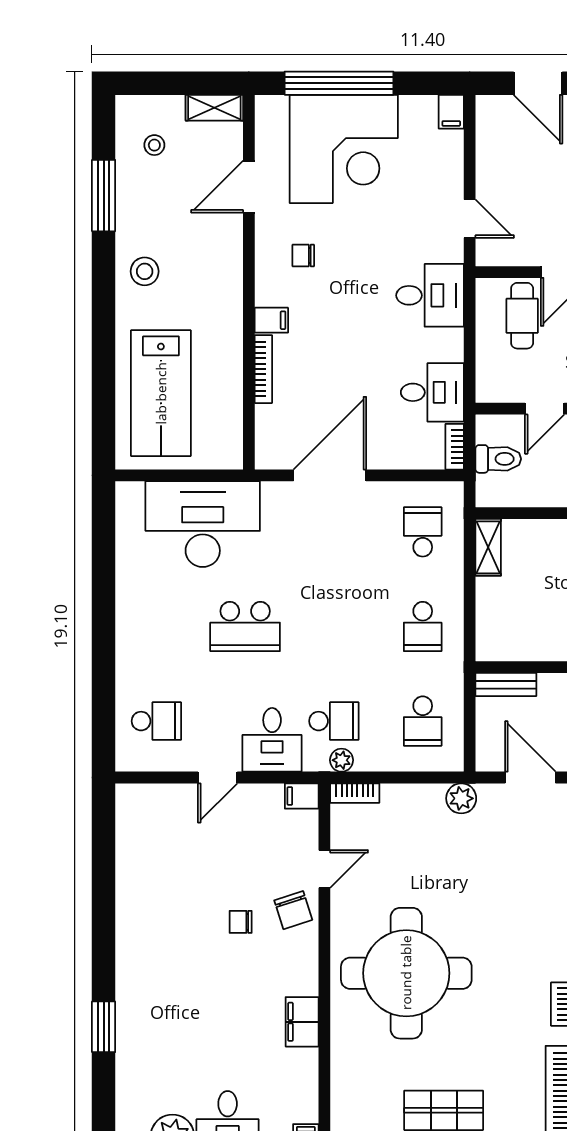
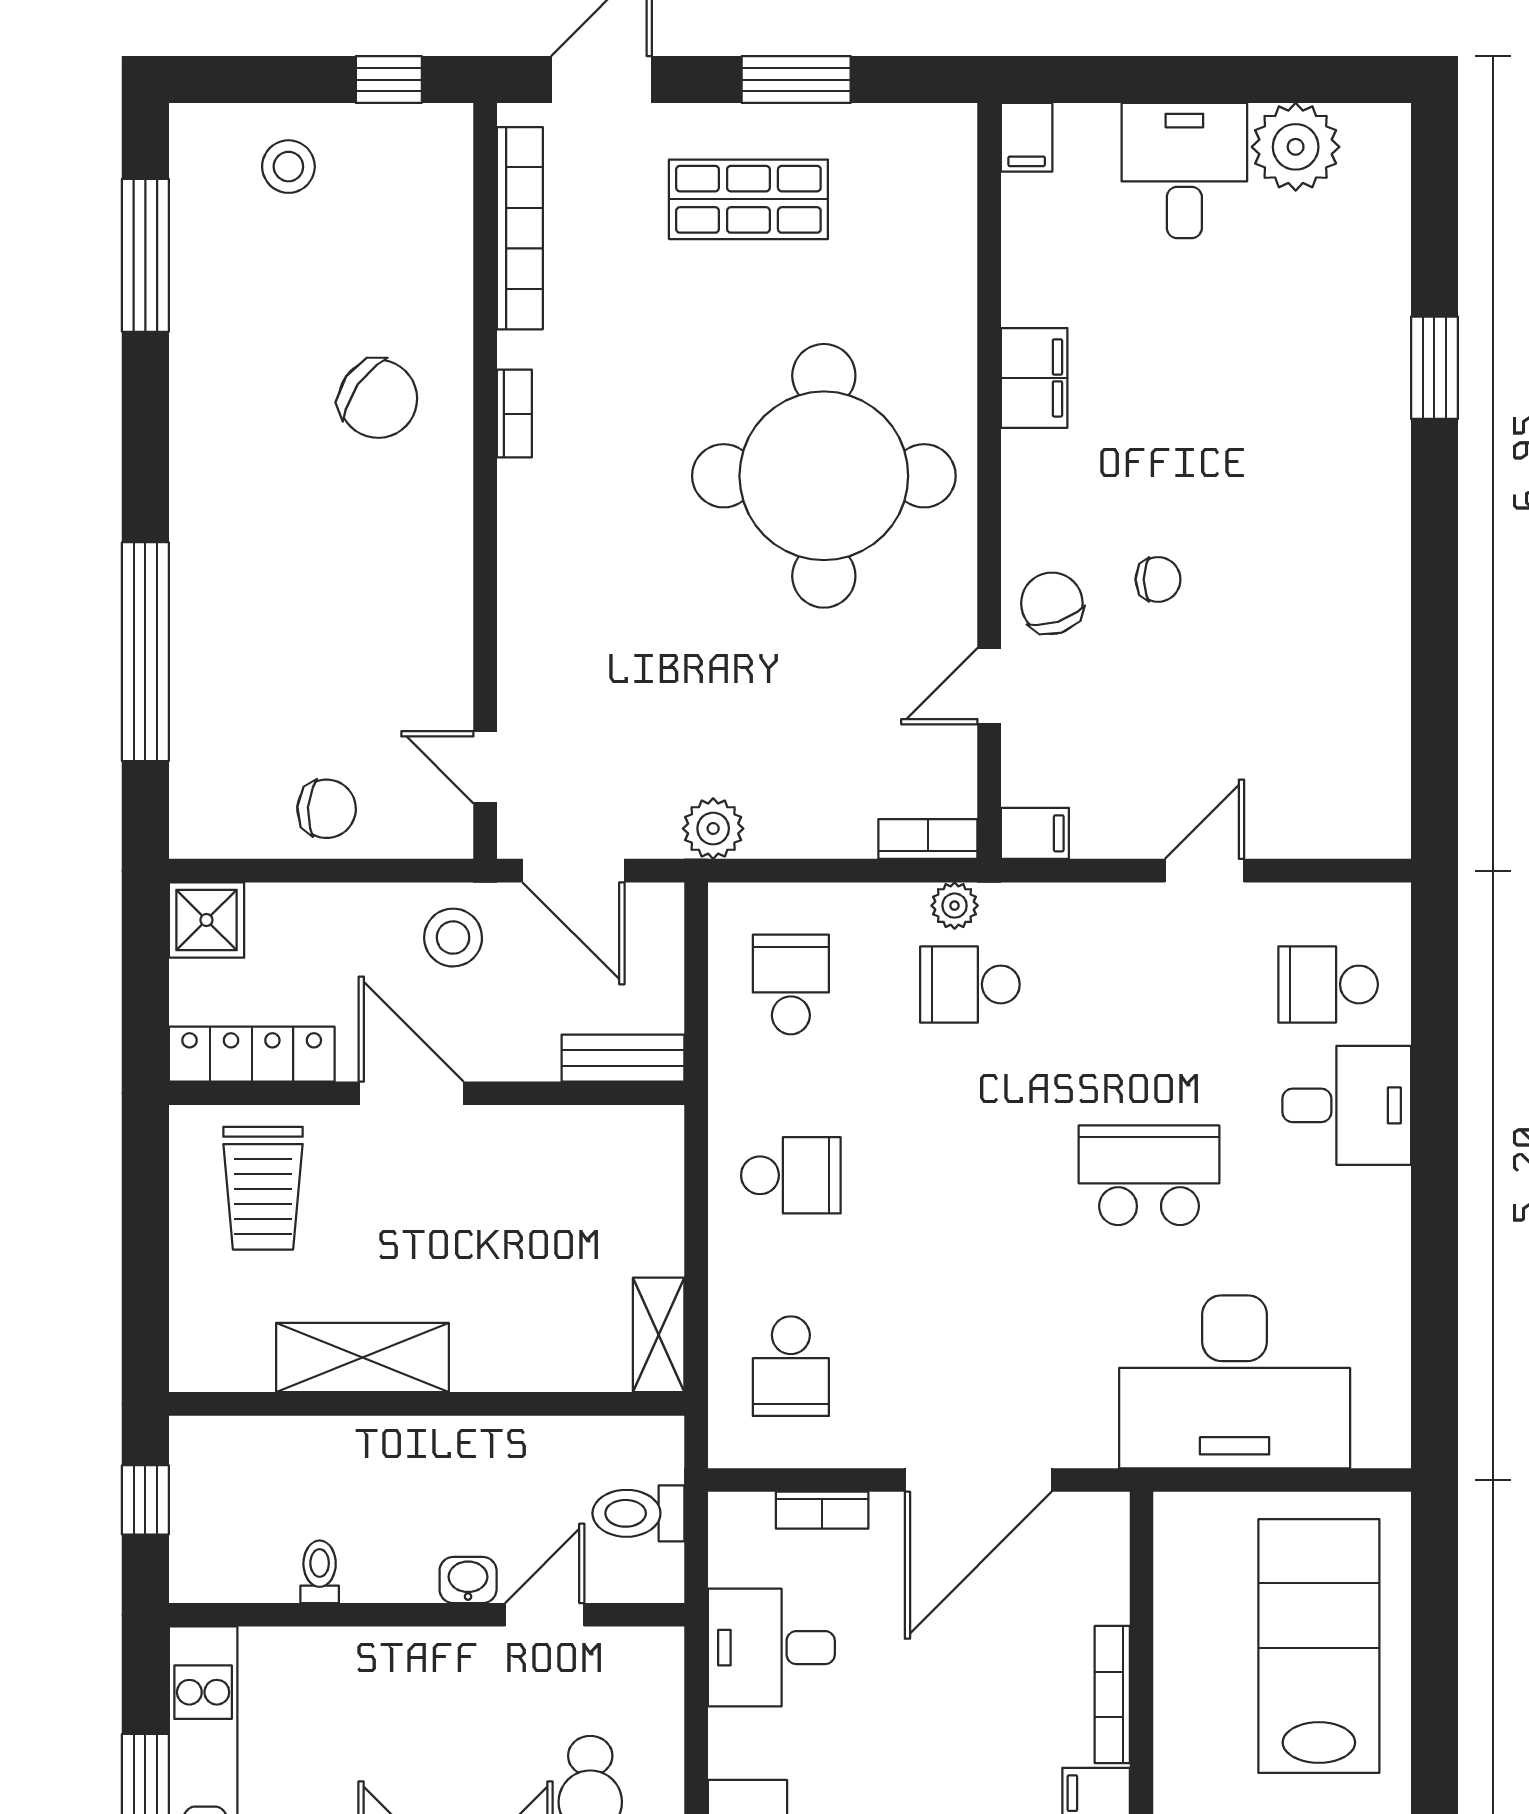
bookcase: (455, 447) -> (822, 1510), moved, turned 90
school desk: (423, 626) -> (791, 1175), turned 90
desk: (272, 740) -> (1347, 1105), moved, turned 90

